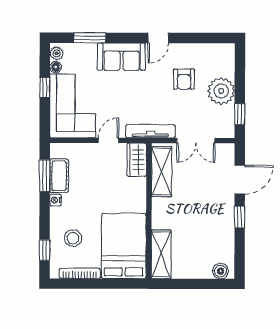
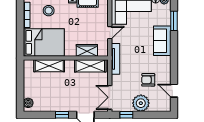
door: (158, 38) -> (174, 91), moved
door: (108, 140) -> (110, 33), hinge flipped
double door: (196, 141) -> (110, 97), moved
wardrobe: (137, 160) -> (87, 50), moved
shelving: (161, 254) -> (49, 66), moved

